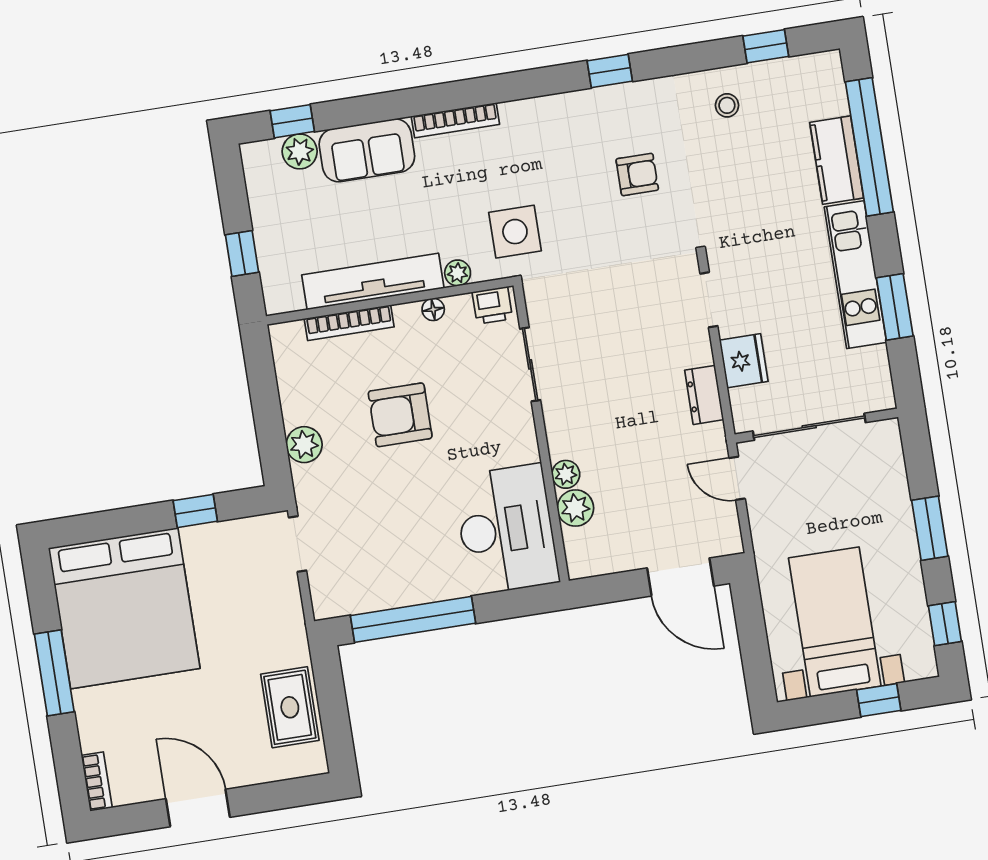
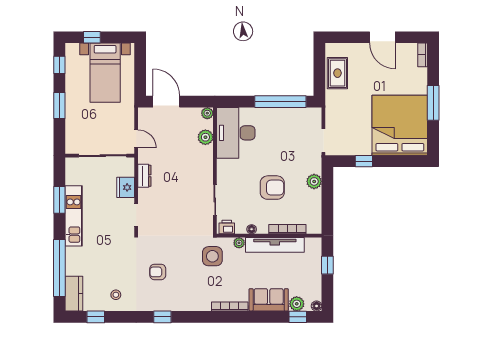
floor lamp: (252, 154) -> (317, 306), added
kitchen counter: (837, 160) -> (74, 294), moved
plant: (566, 474) -> (207, 113), moved

